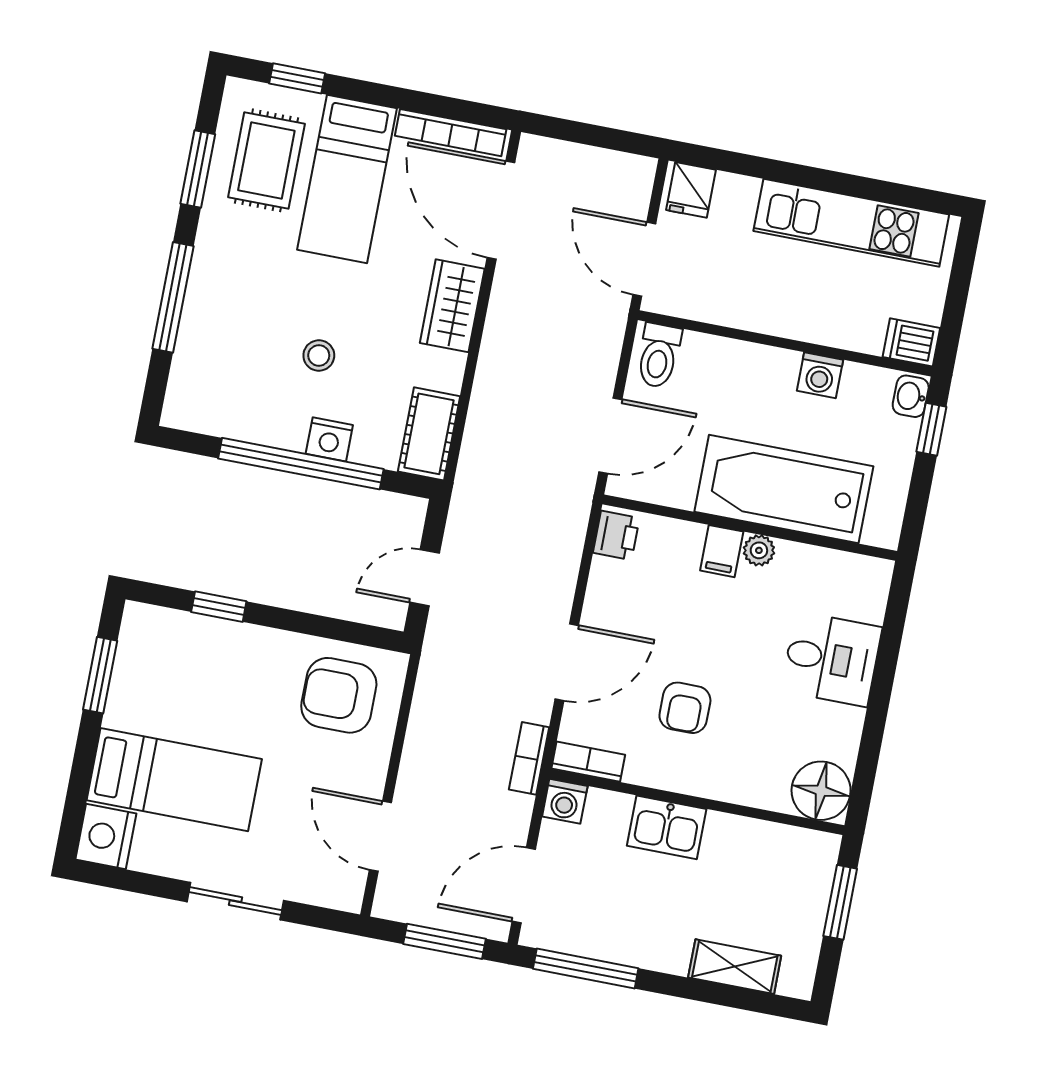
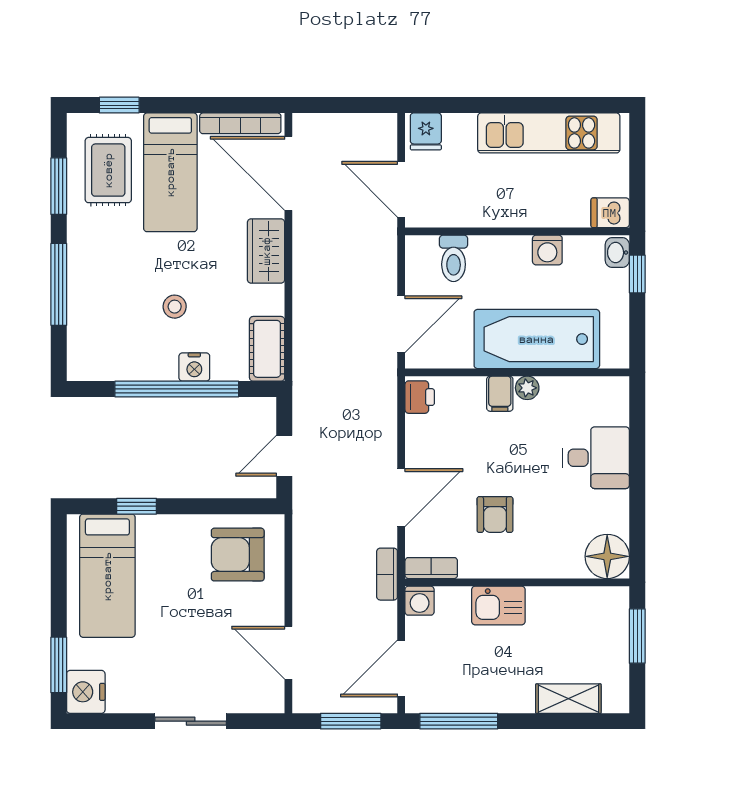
toilet: (659, 356) -> (454, 258), moved
window: (100, 675) -> (59, 665), moved
bed: (174, 780) -> (107, 576), moved, turned 90

